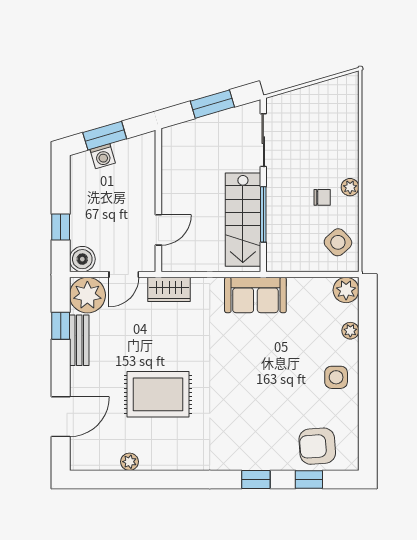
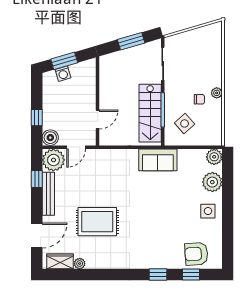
side table: (338, 242) -> (185, 123), moved
wardrobe: (169, 289) -> (60, 261), moved, turned 180
plant: (350, 331) -> (212, 182), width x1.87, depth x1.87
bench: (79, 340) -> (48, 194), width x1.36

